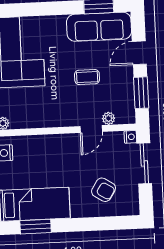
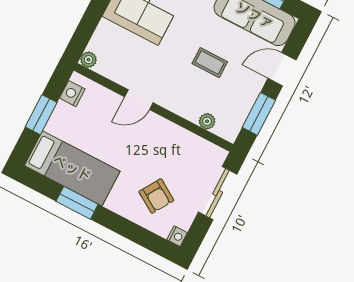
door: (91, 129) -> (139, 100), moved
nightstand: (130, 137) -> (177, 236), moved
window: (36, 227) -> (77, 203), moved

